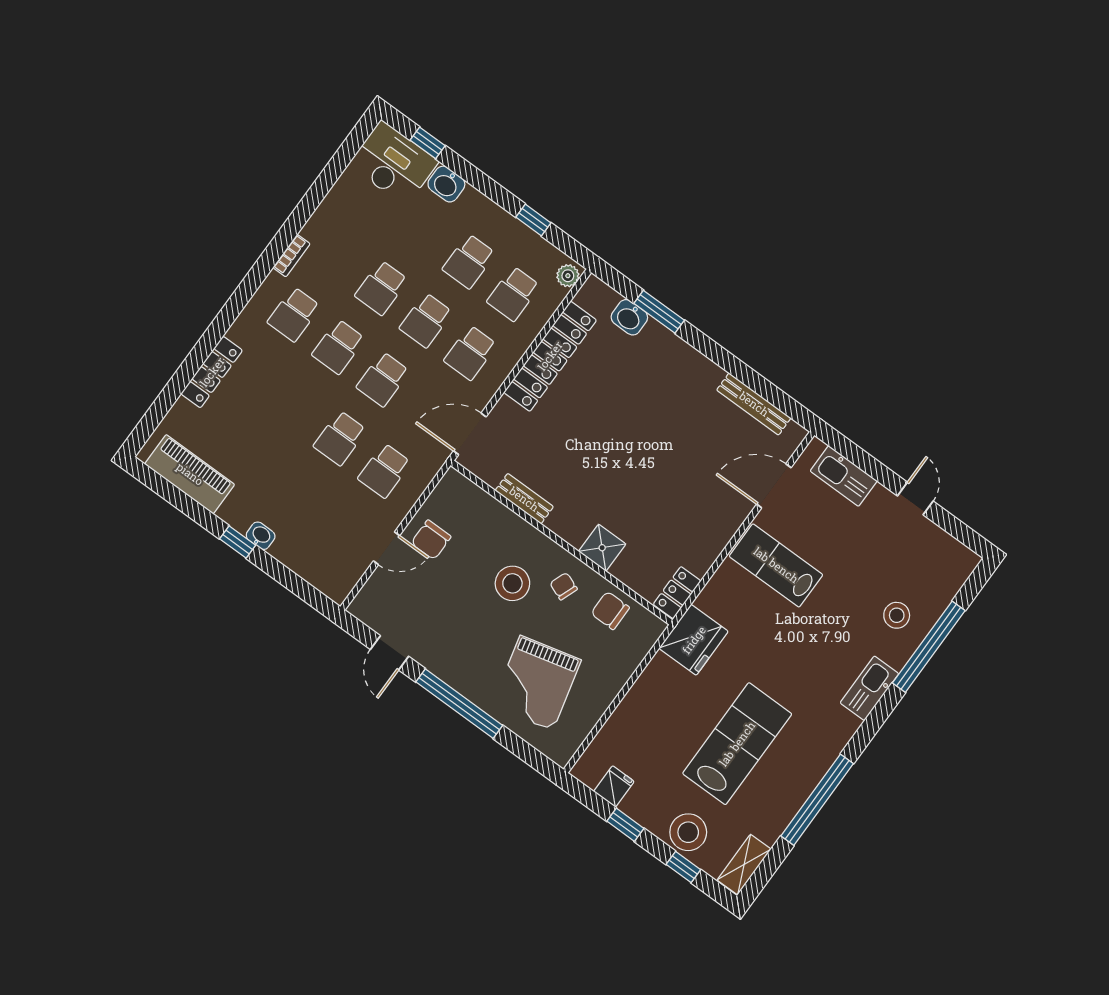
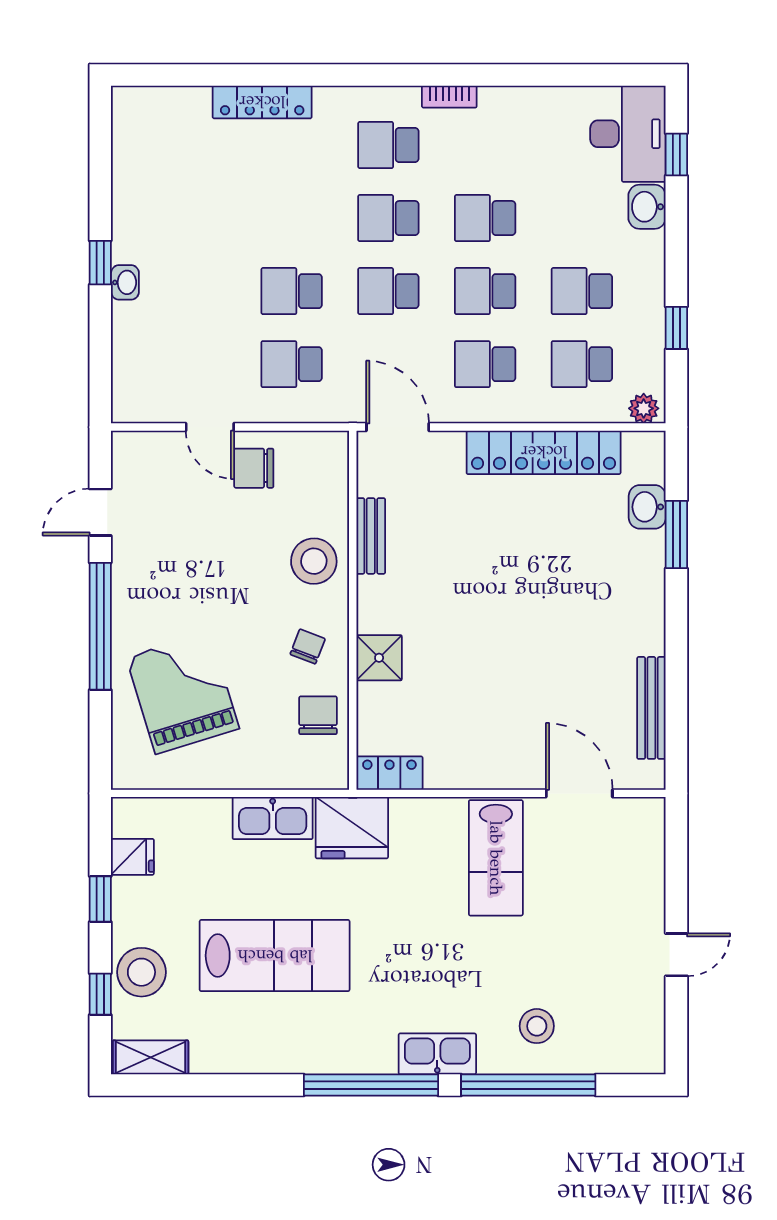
piano: (190, 474) -> (135, 158), removed
kitchen sink: (844, 476) -> (273, 818), moved, turned -90
lab bench: (776, 565) -> (496, 858), turned 180
stool: (512, 583) -> (314, 561), moved
grand piano: (536, 683) -> (183, 693), turned 87
window: (817, 800) -> (371, 1085), moved

